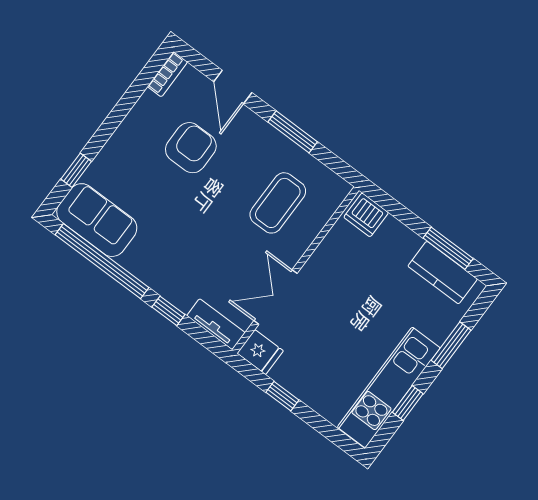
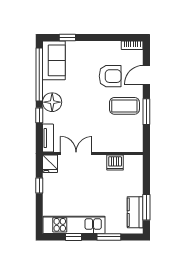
coffee table: (278, 203) -> (124, 106), moved
dishwasher: (366, 215) -> (115, 163), moved, turned -90
floor lamp: (163, 274) -> (52, 102), added

